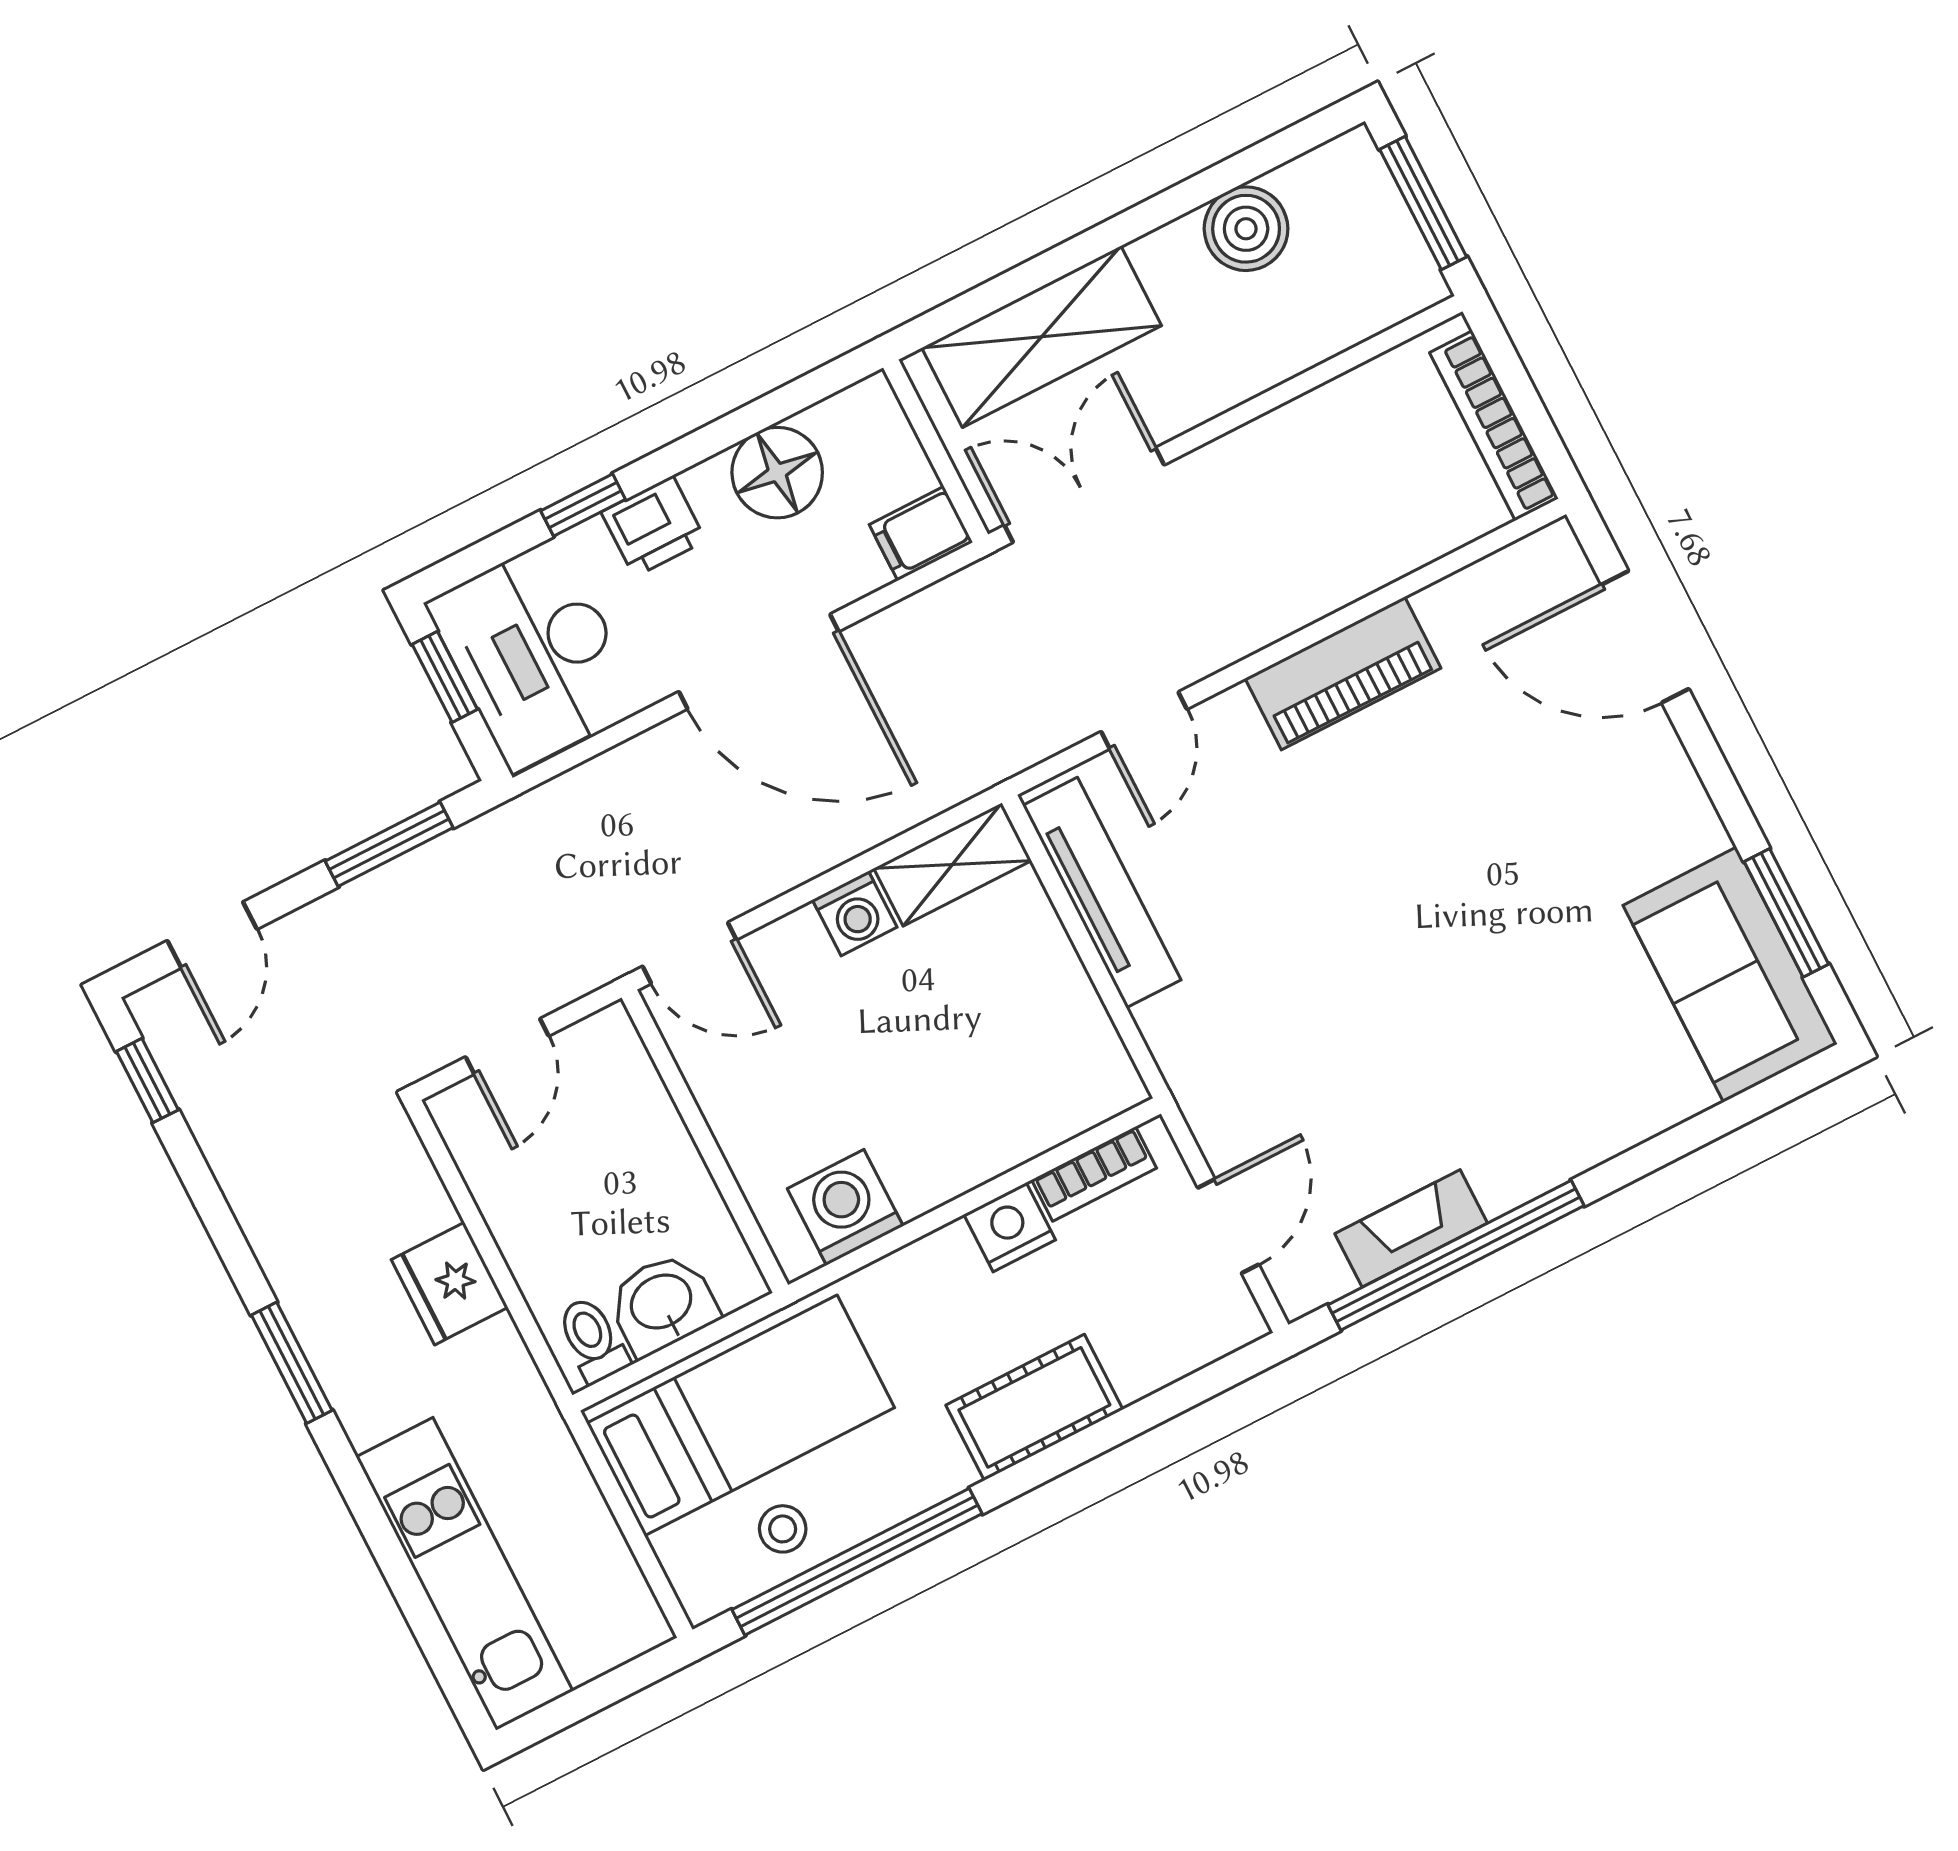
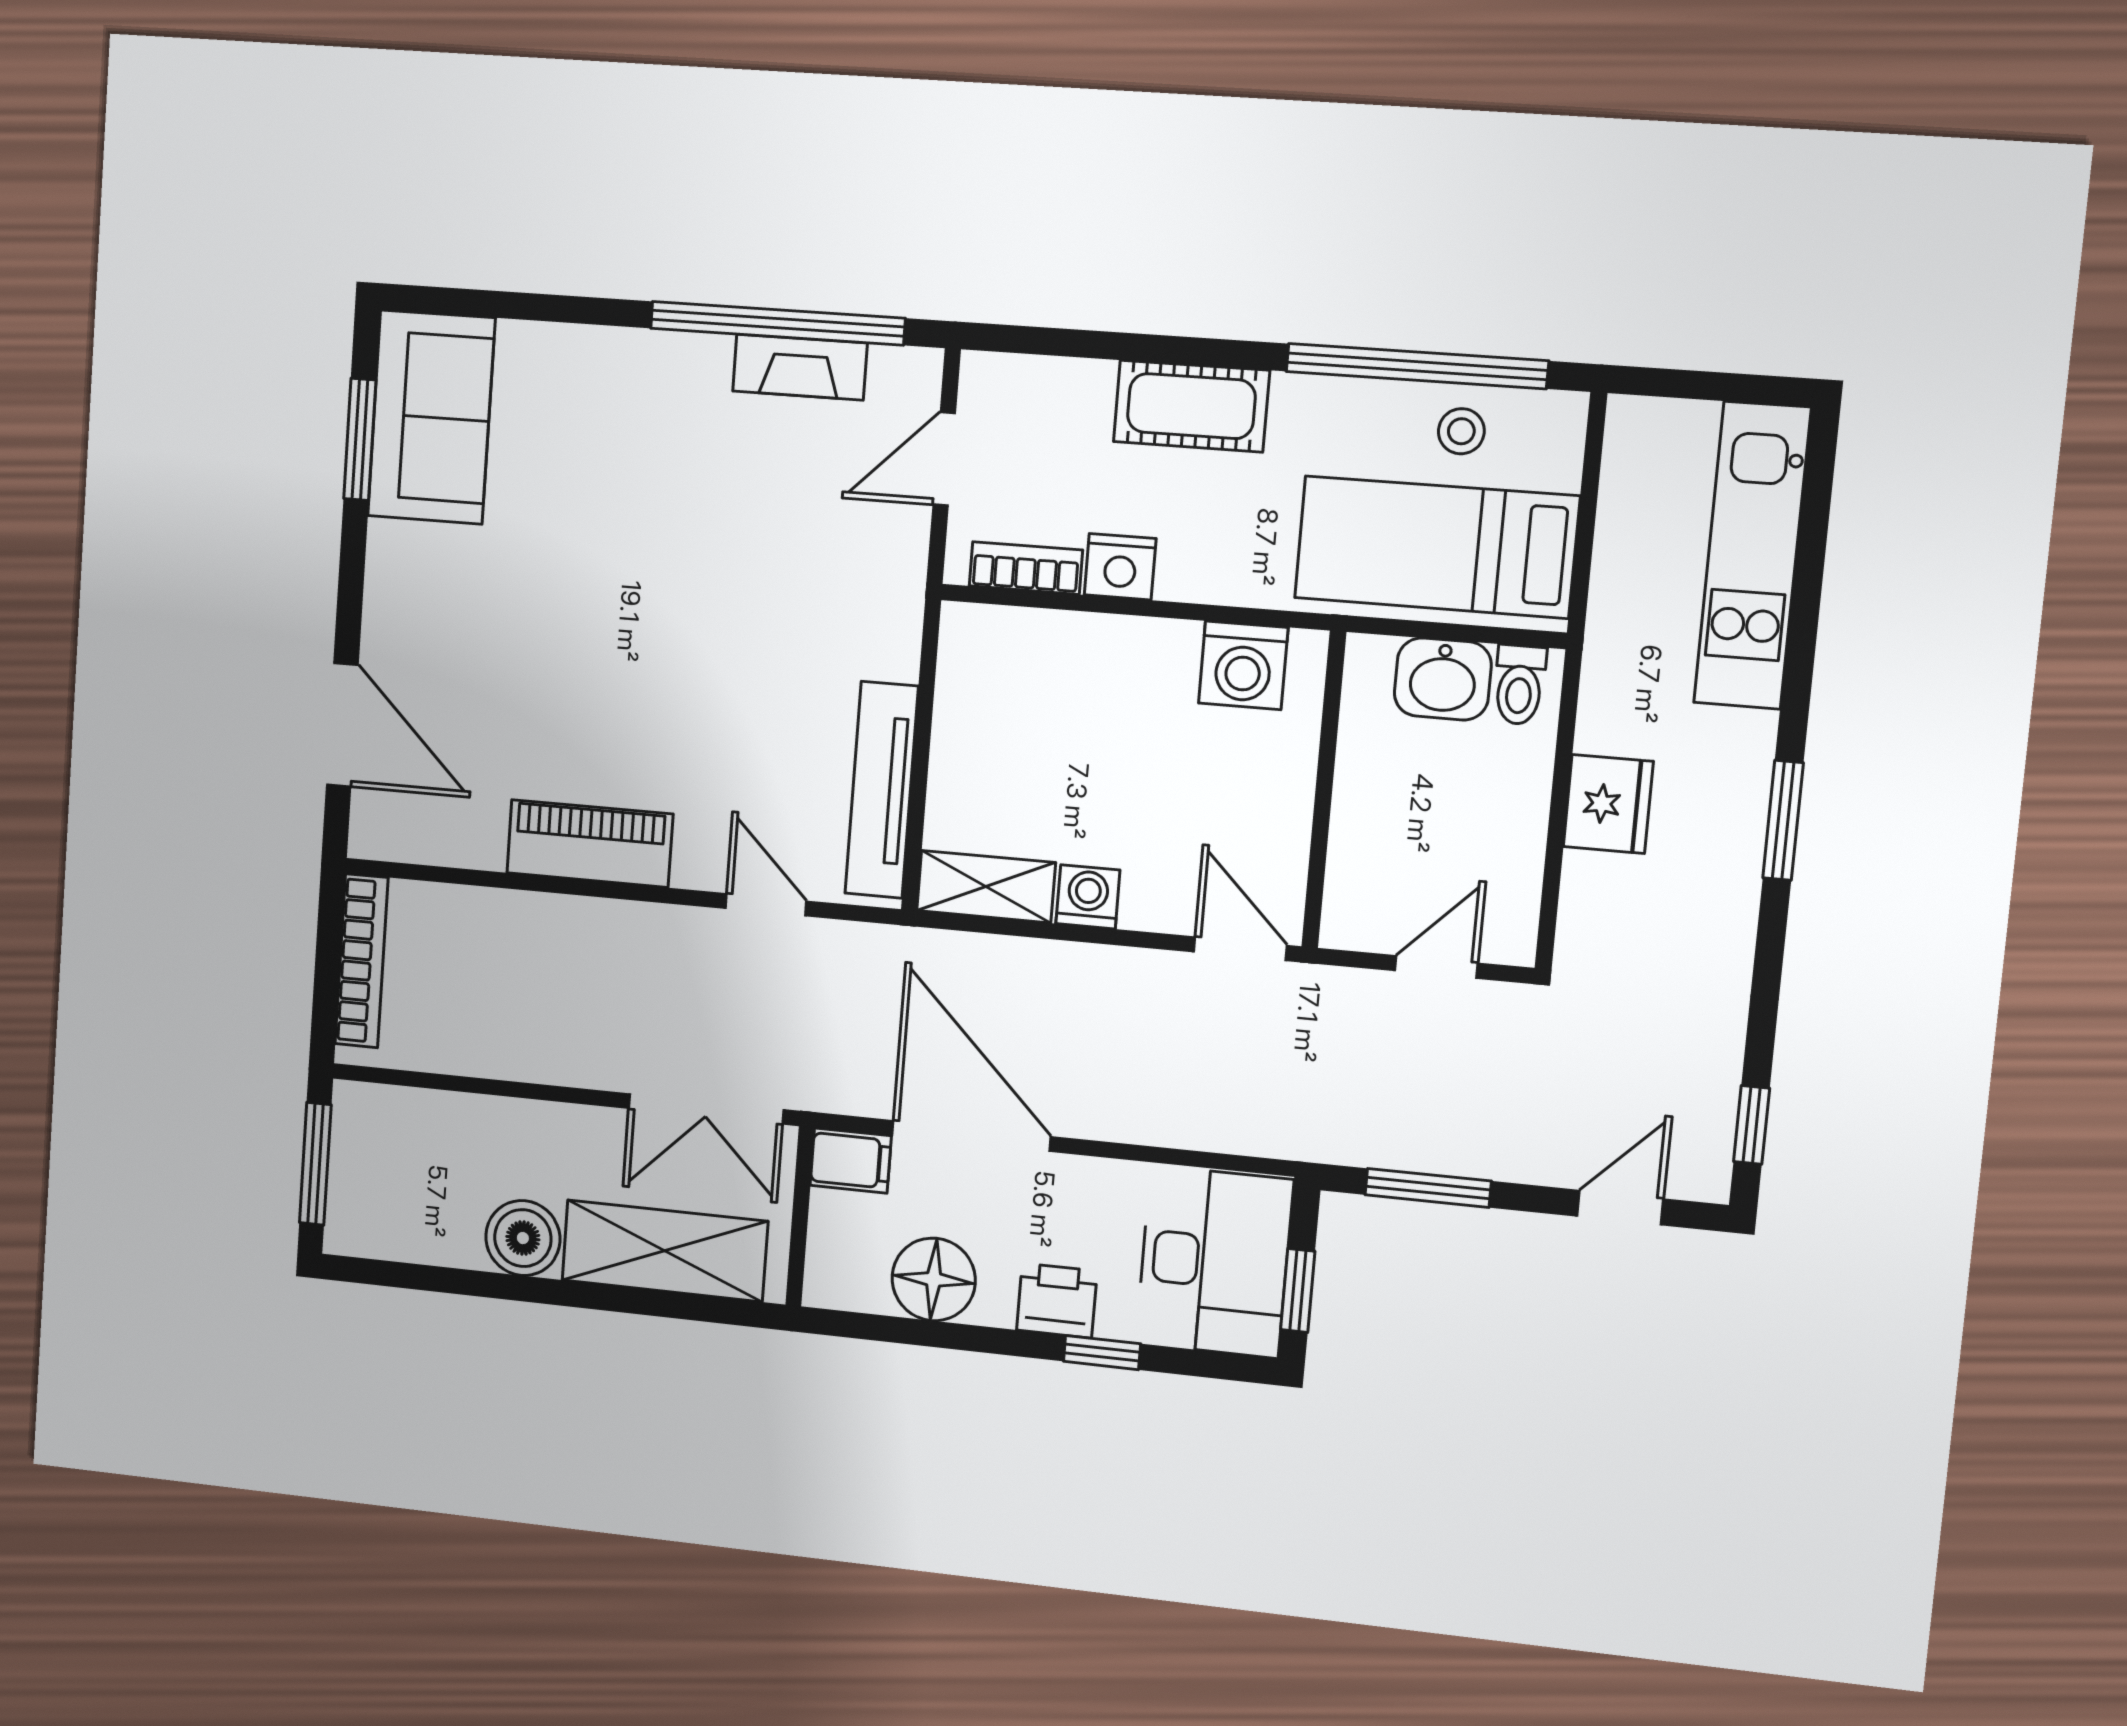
boiler: (1246, 229) -> (523, 1238), moved
door: (759, 662) -> (971, 1136), moved
door: (1144, 720) -> (766, 905), hinge flipped

